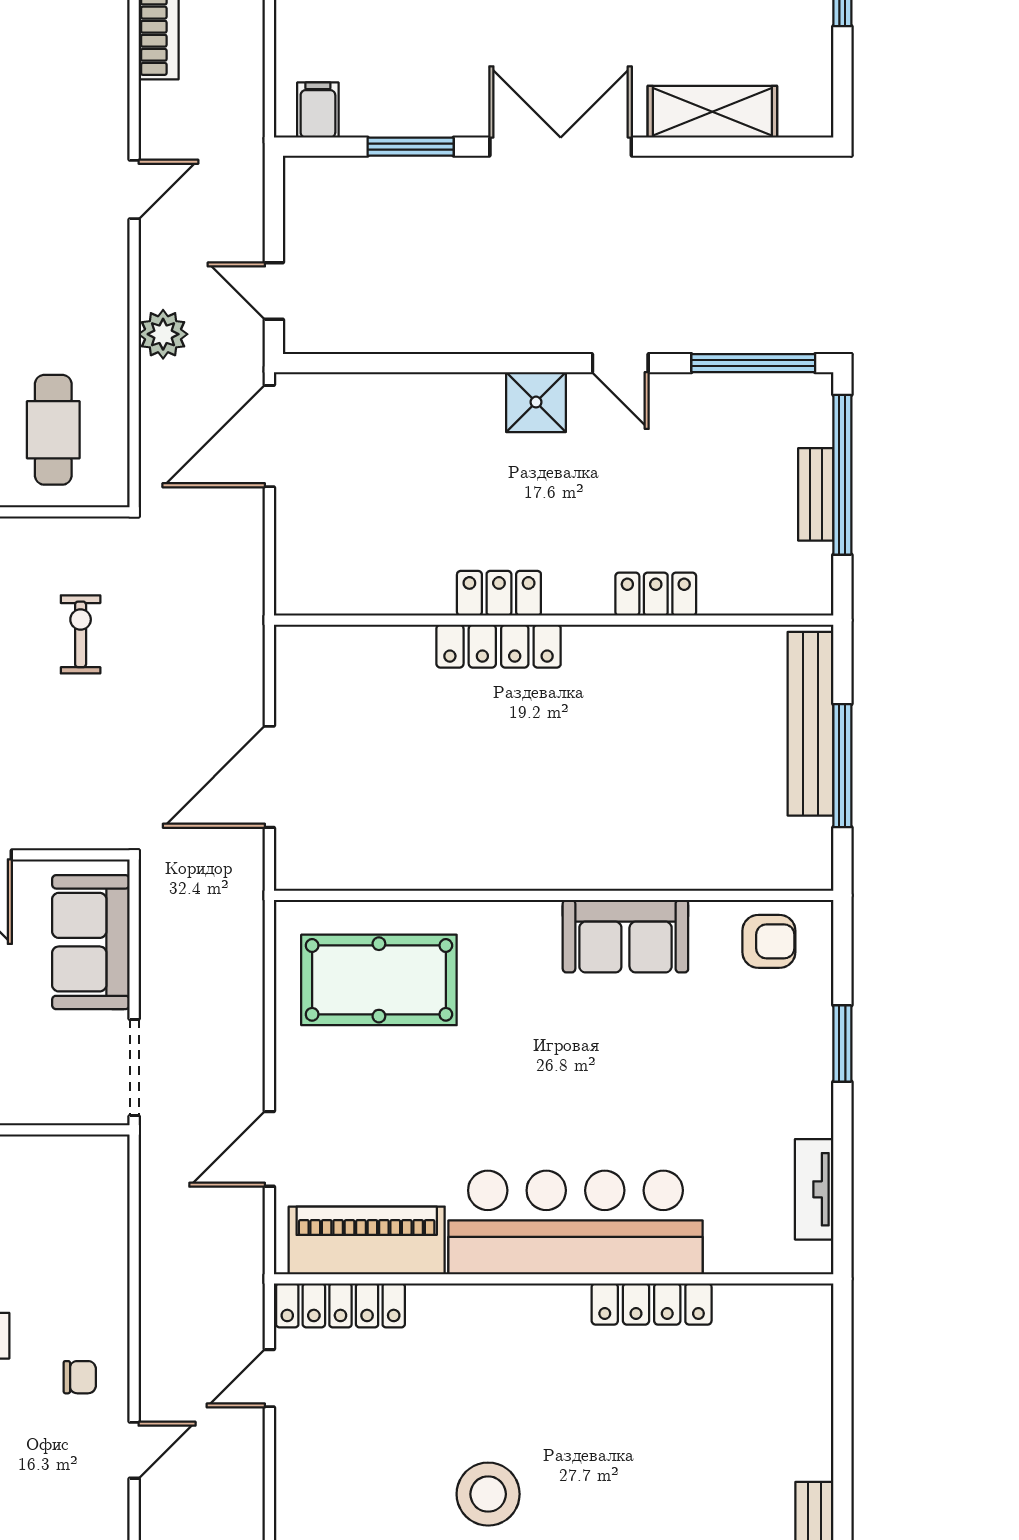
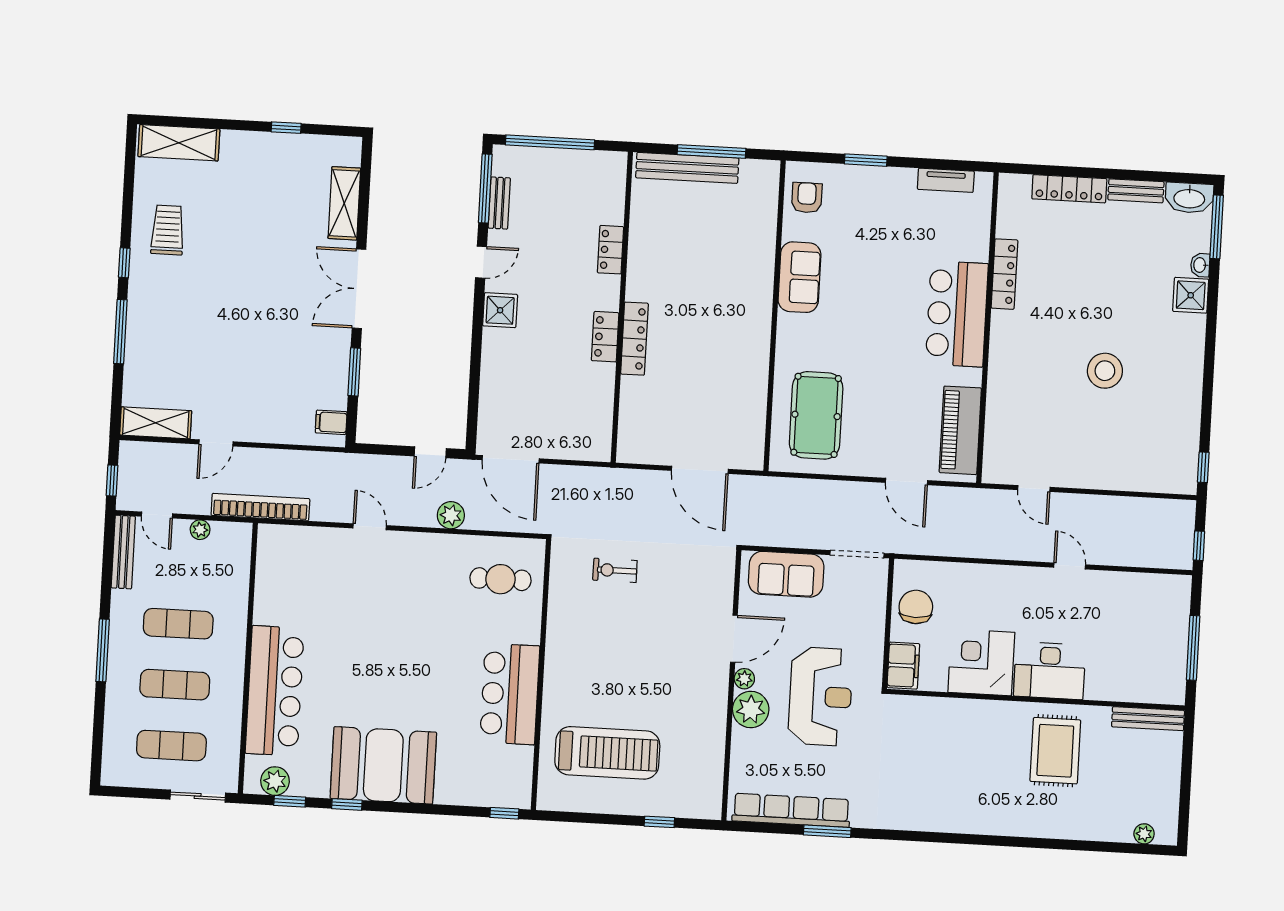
bench: (816, 494) -> (499, 203), moved, turned 90
bar counter: (575, 1222) -> (957, 314), width x0.73
locker: (340, 1305) -> (1069, 189), moved, turned 90
chair: (80, 1377) -> (916, 607), moved, width x1.87, depth x1.87

